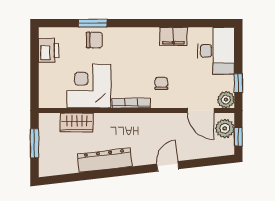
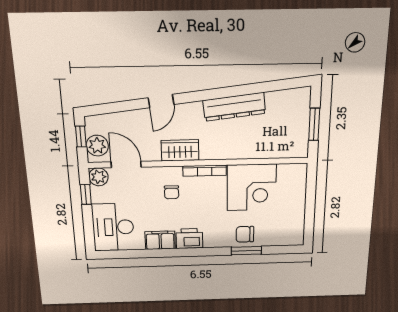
printer: (49, 50) -> (189, 239), moved, turned 90
wardrobe: (77, 122) -> (180, 150), moved

